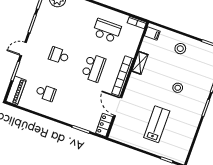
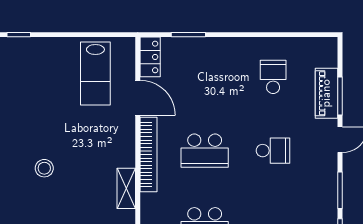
school desk: (94, 68) -> (205, 151), turned -90
piano: (16, 91) -> (326, 93), moved
school desk: (46, 93) -> (273, 77), turned 90
lab bench: (157, 124) -> (95, 74), moved

